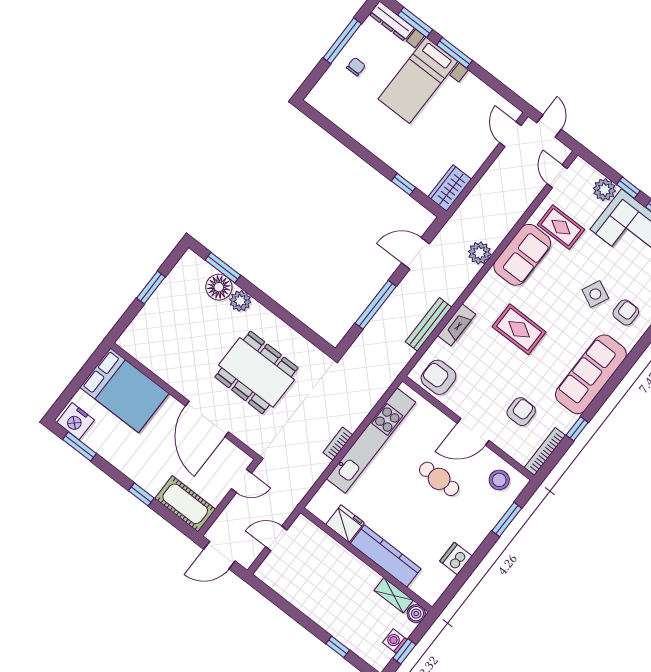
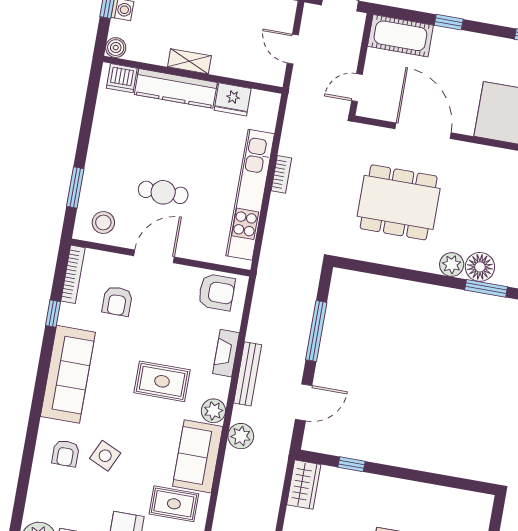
plant: (491, 284) -> (213, 411), added
bench: (429, 324) -> (248, 374), moved
door: (276, 538) -> (293, 49), swing flipped
dishwasher: (456, 559) -> (122, 78), moved, turned 90
shelving: (394, 595) -> (189, 61), moved

